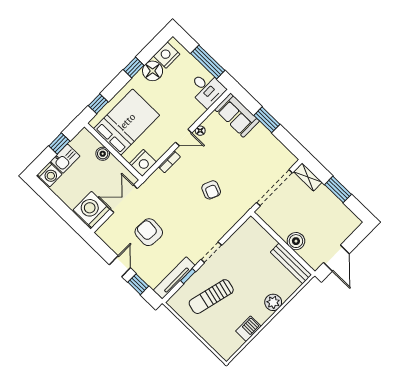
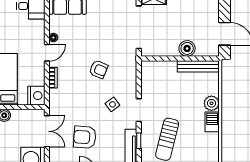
double door: (124, 199) -> (47, 131), swing flipped
side table: (195, 228) -> (112, 104), added
barbecue: (248, 329) -> (212, 122), moved

